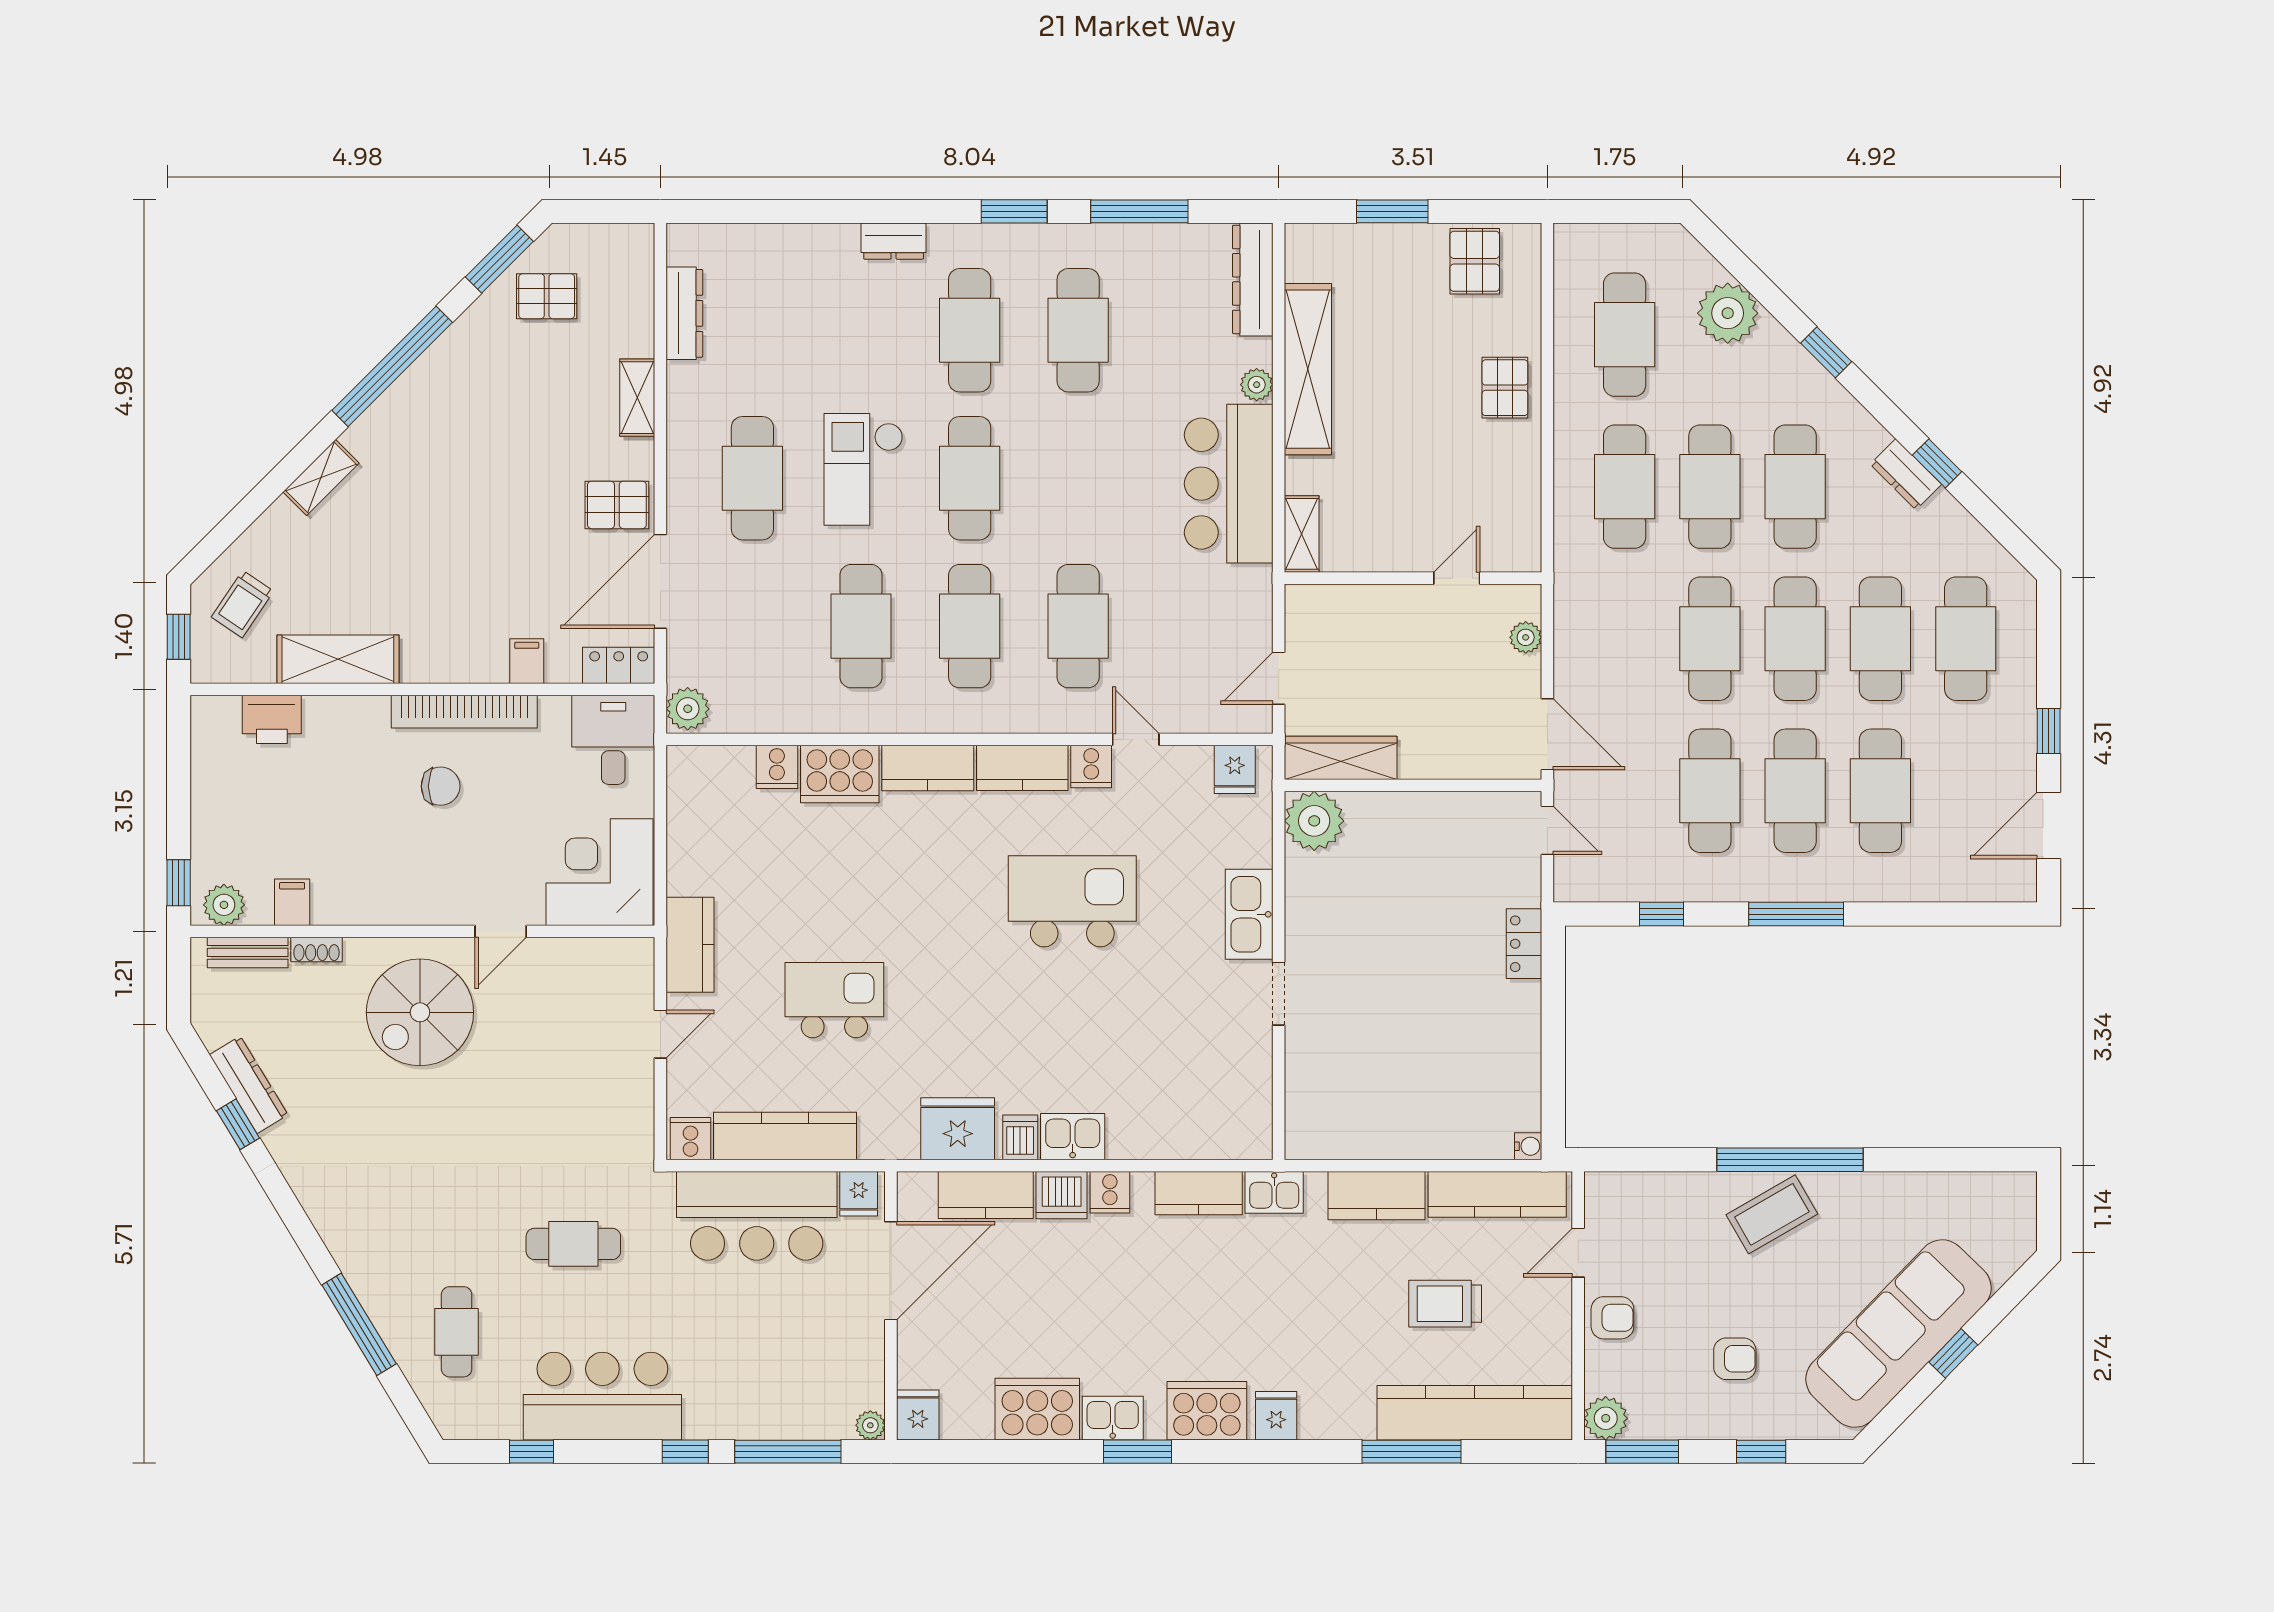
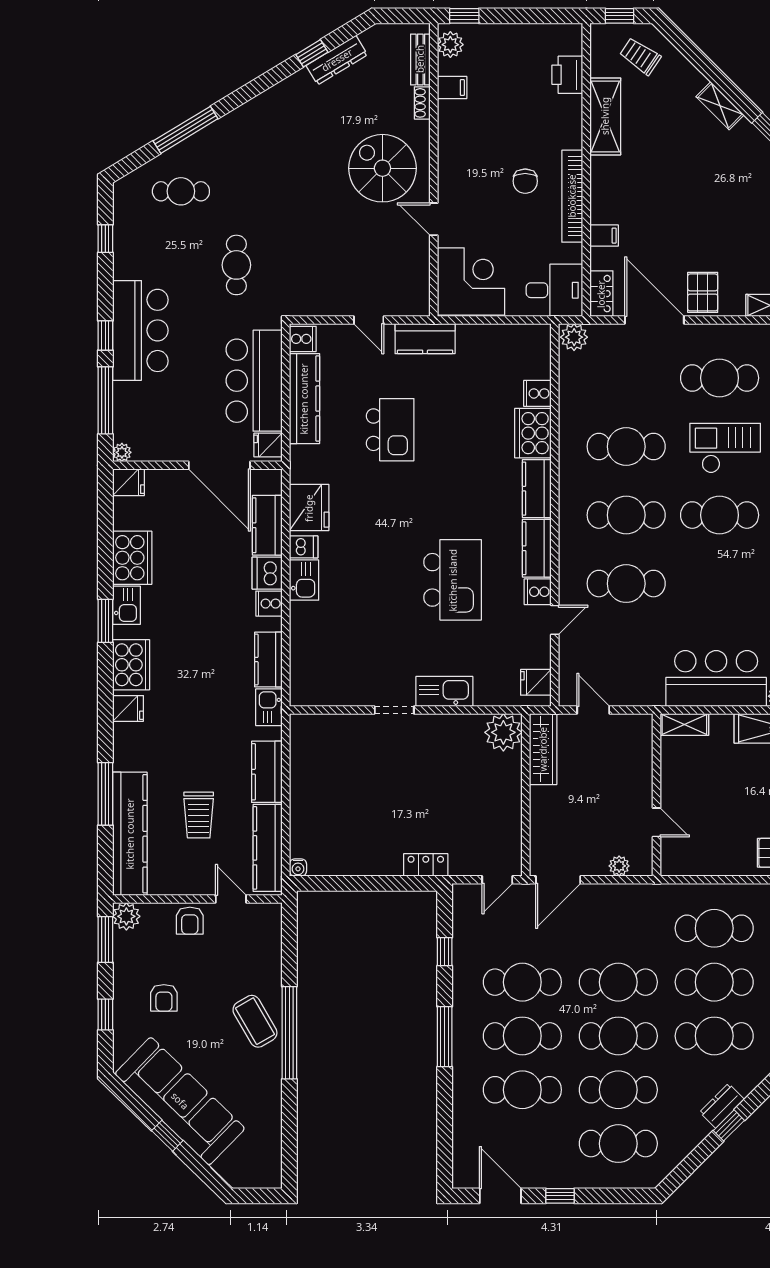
trolley: (1445, 1304) -> (199, 815), turned 180
bar counter: (602, 1396) -> (140, 330), moved

